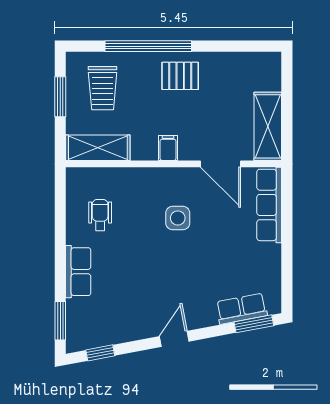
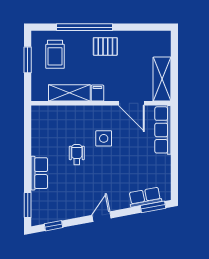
shelving: (98, 148) -> (69, 93), moved
wheelchair: (100, 215) -> (77, 155), moved

